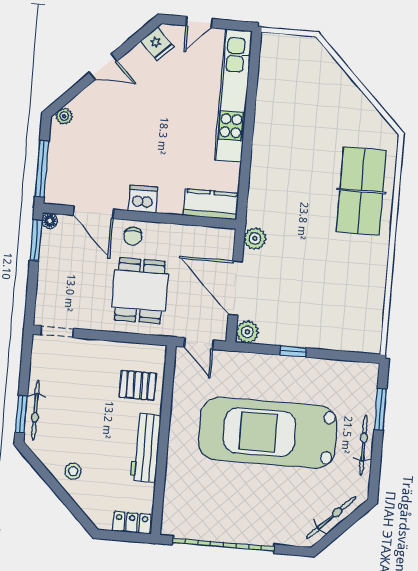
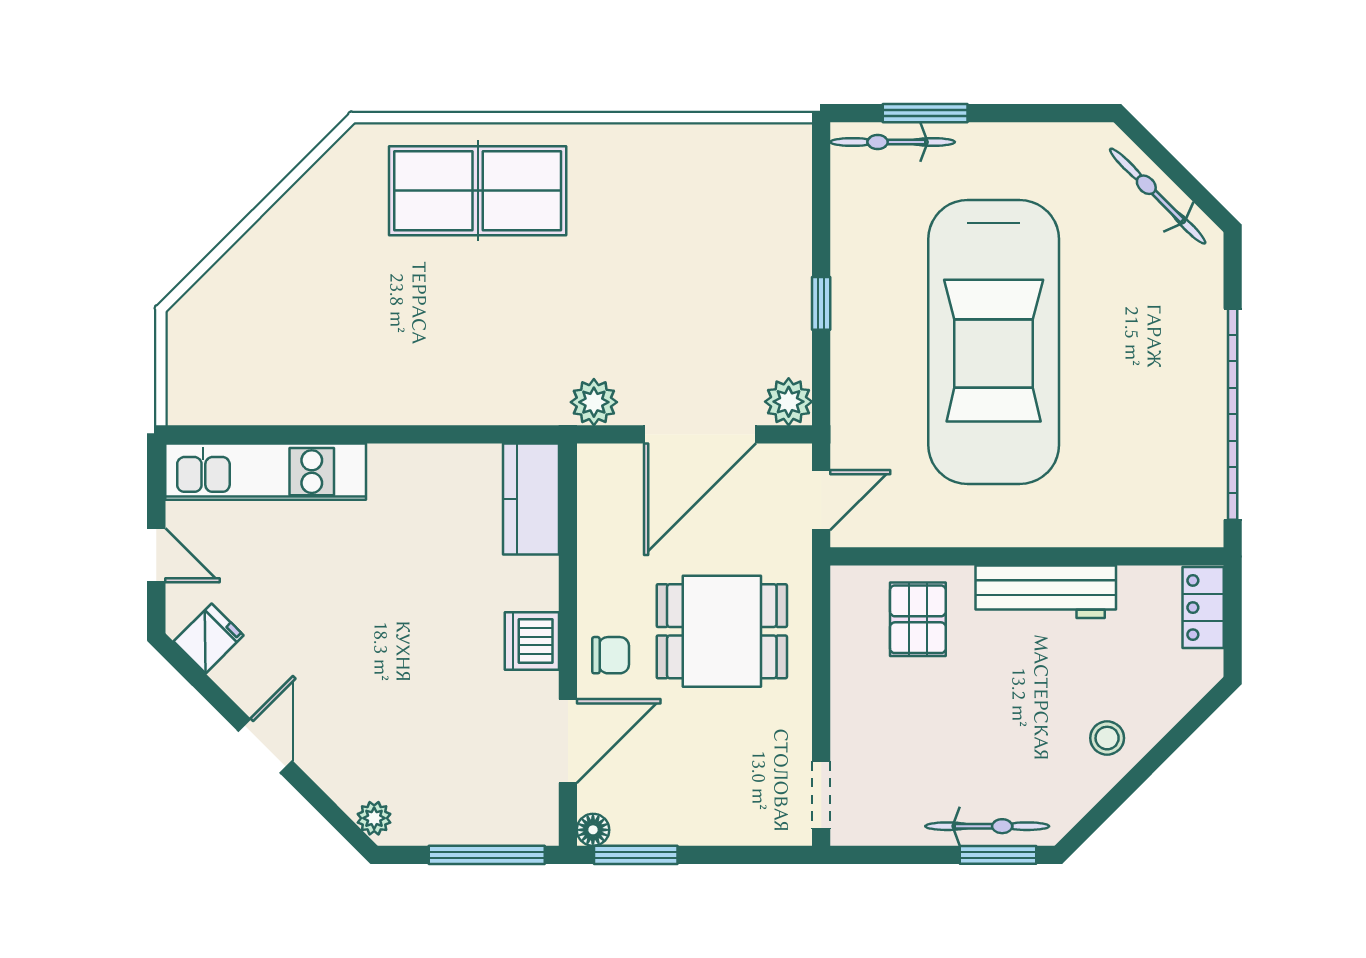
kitchen unit: (233, 96) -> (266, 472), width x0.73
bicycle: (363, 445) -> (893, 142), moved

